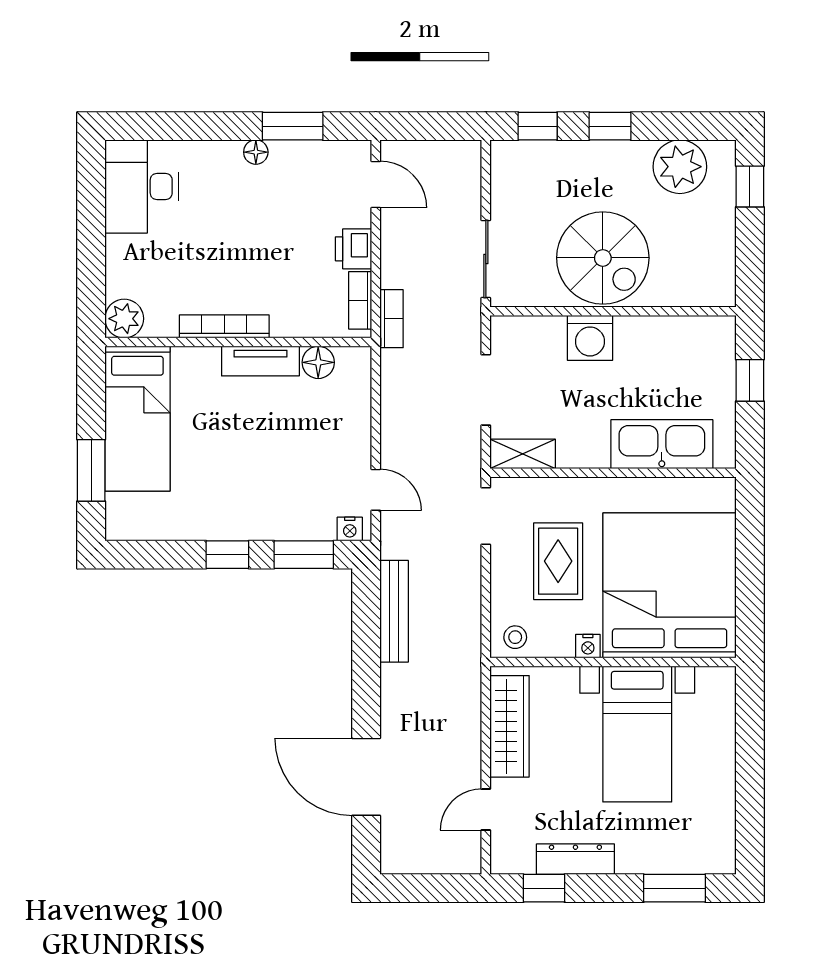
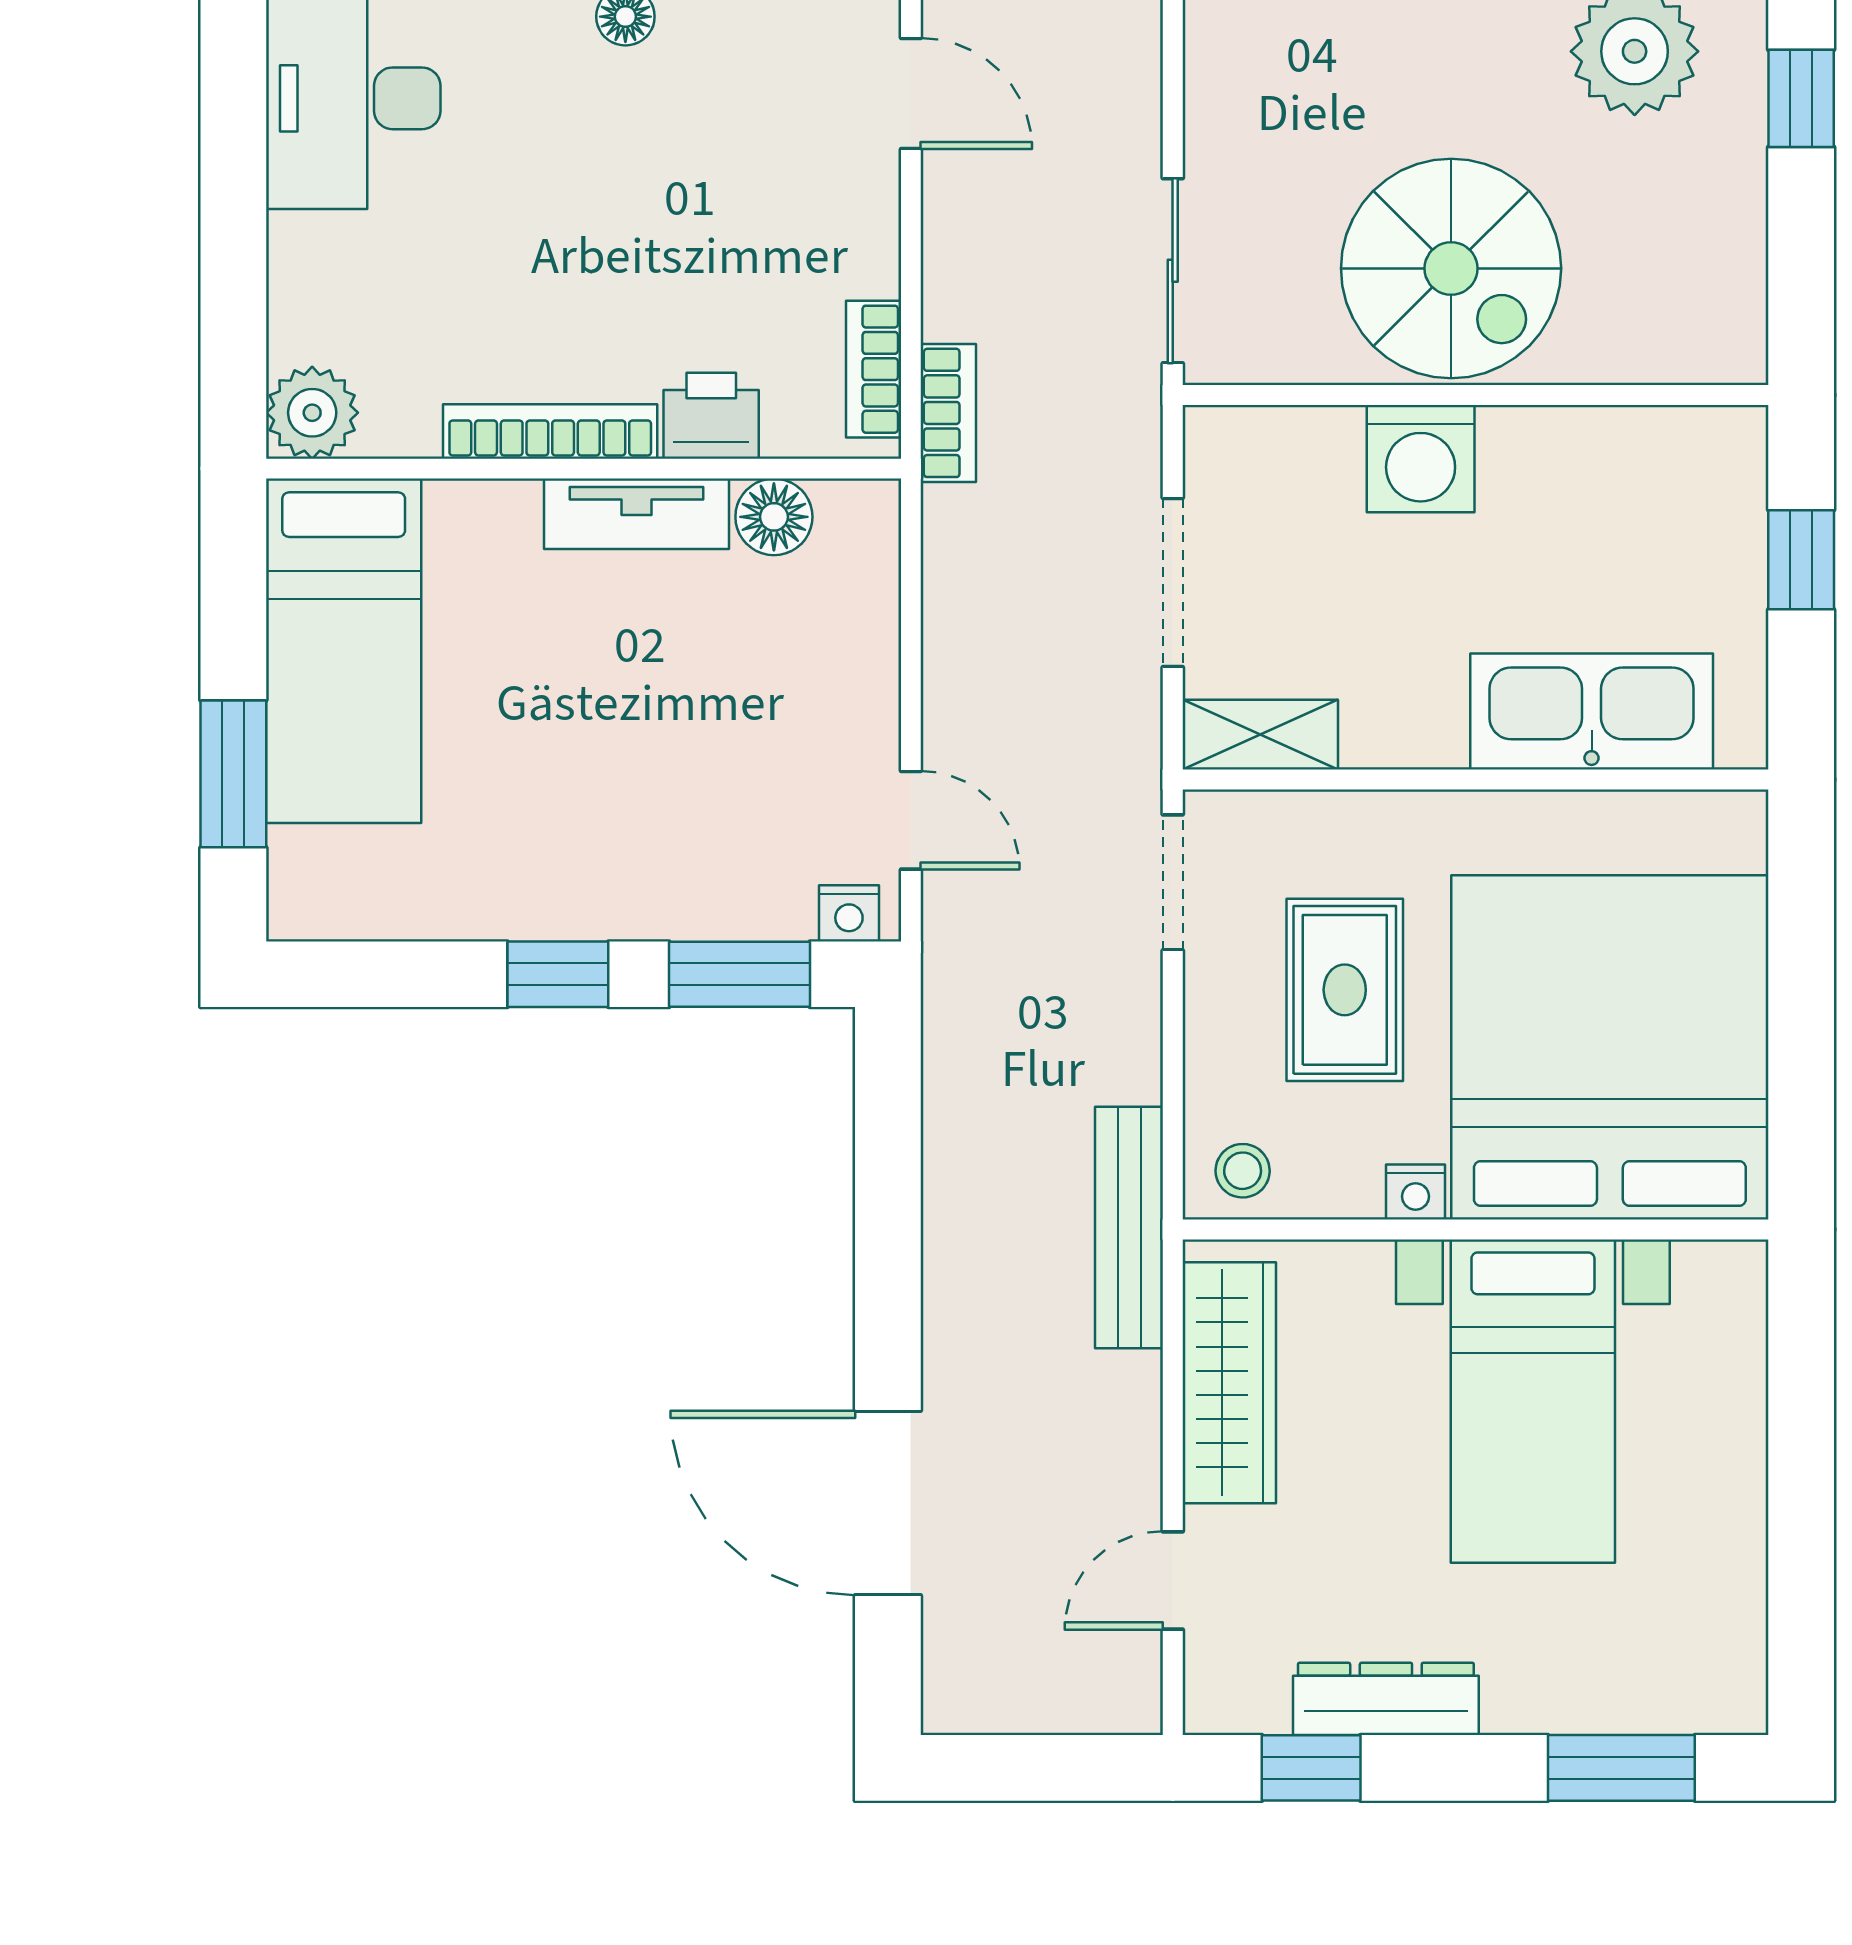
printer: (354, 249) -> (711, 416), moved, turned 90
bench: (394, 611) -> (1129, 1228), moved

